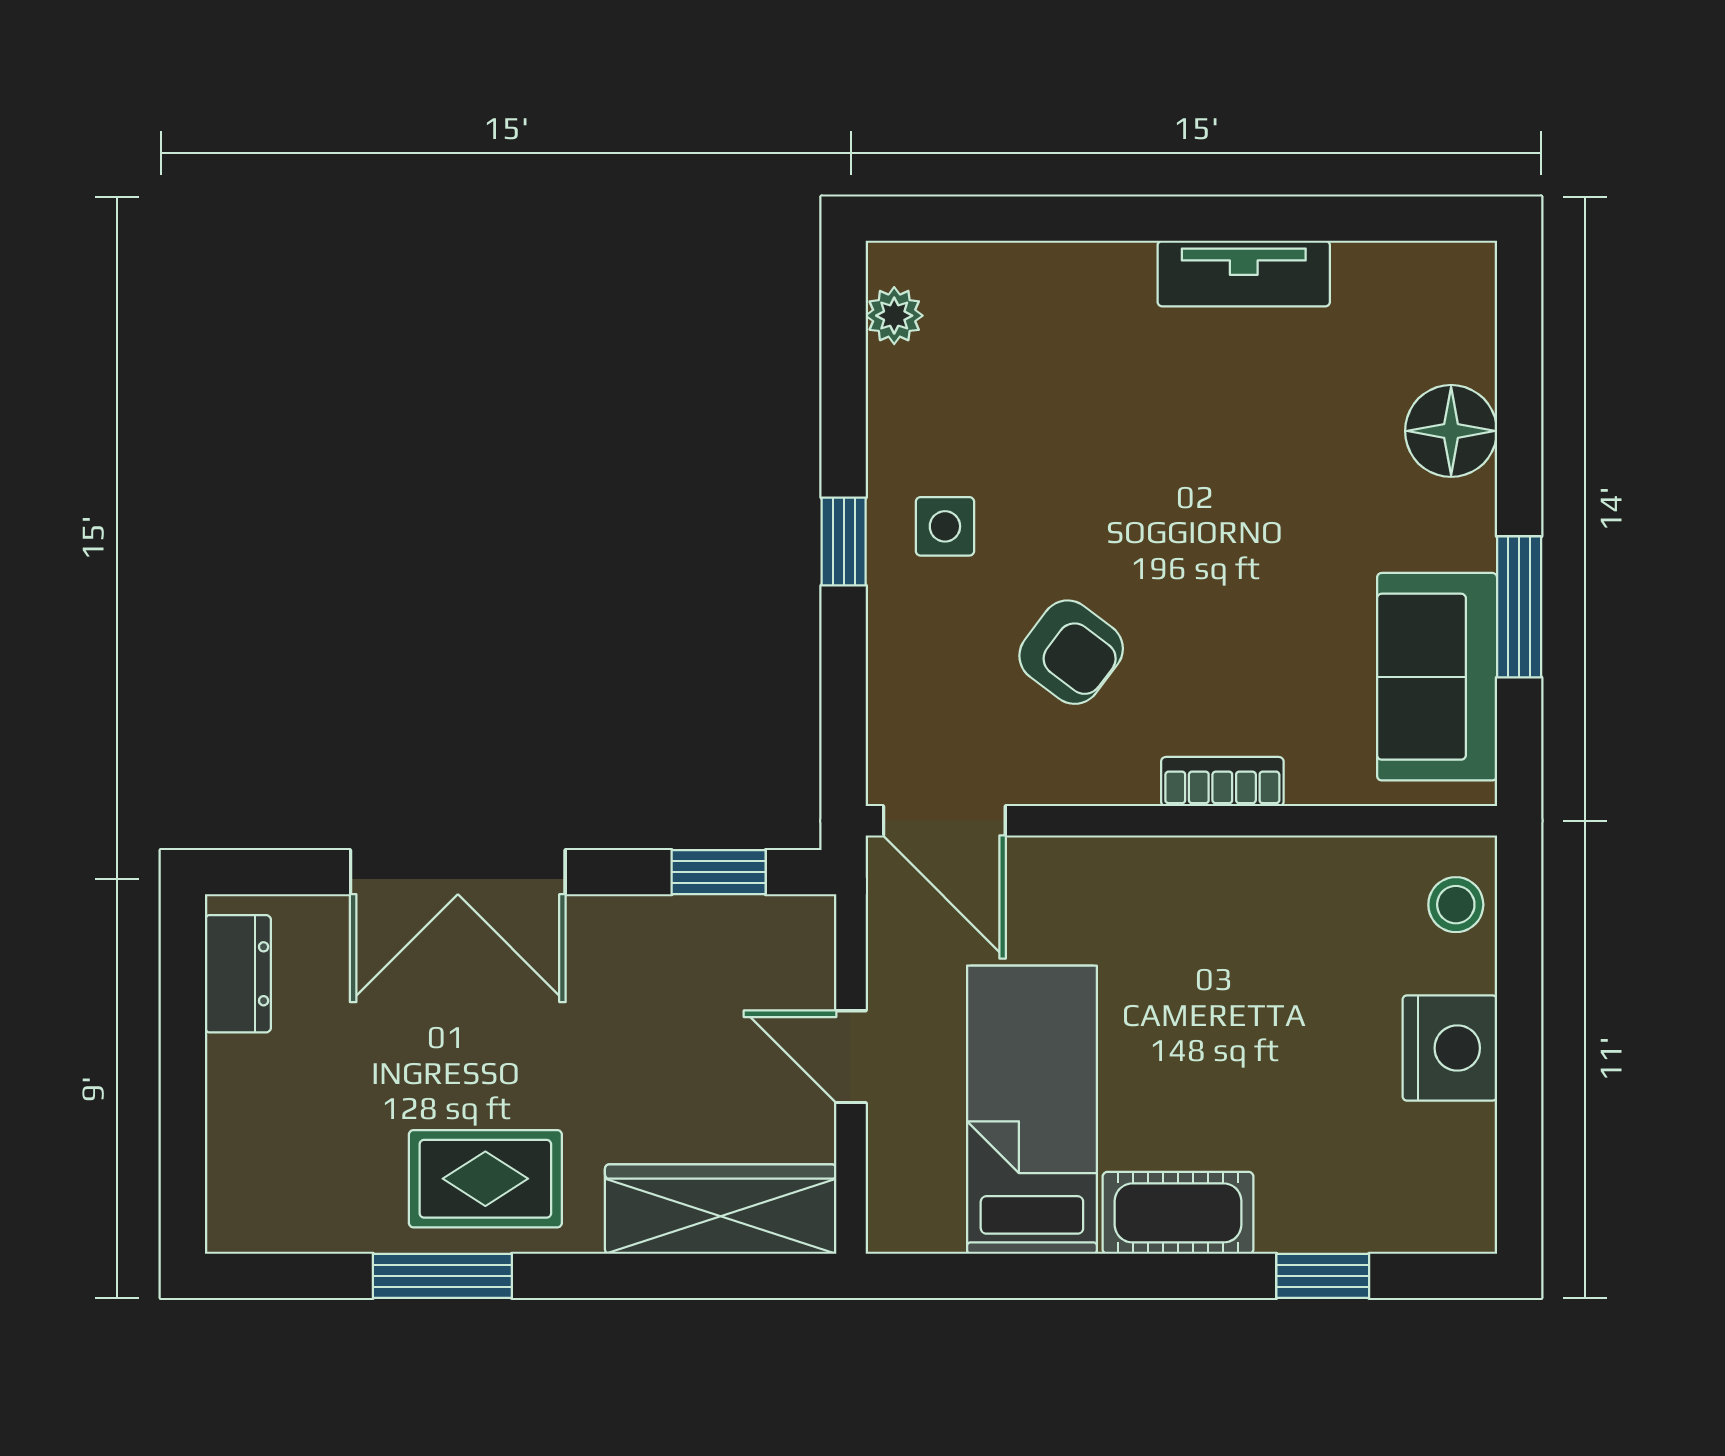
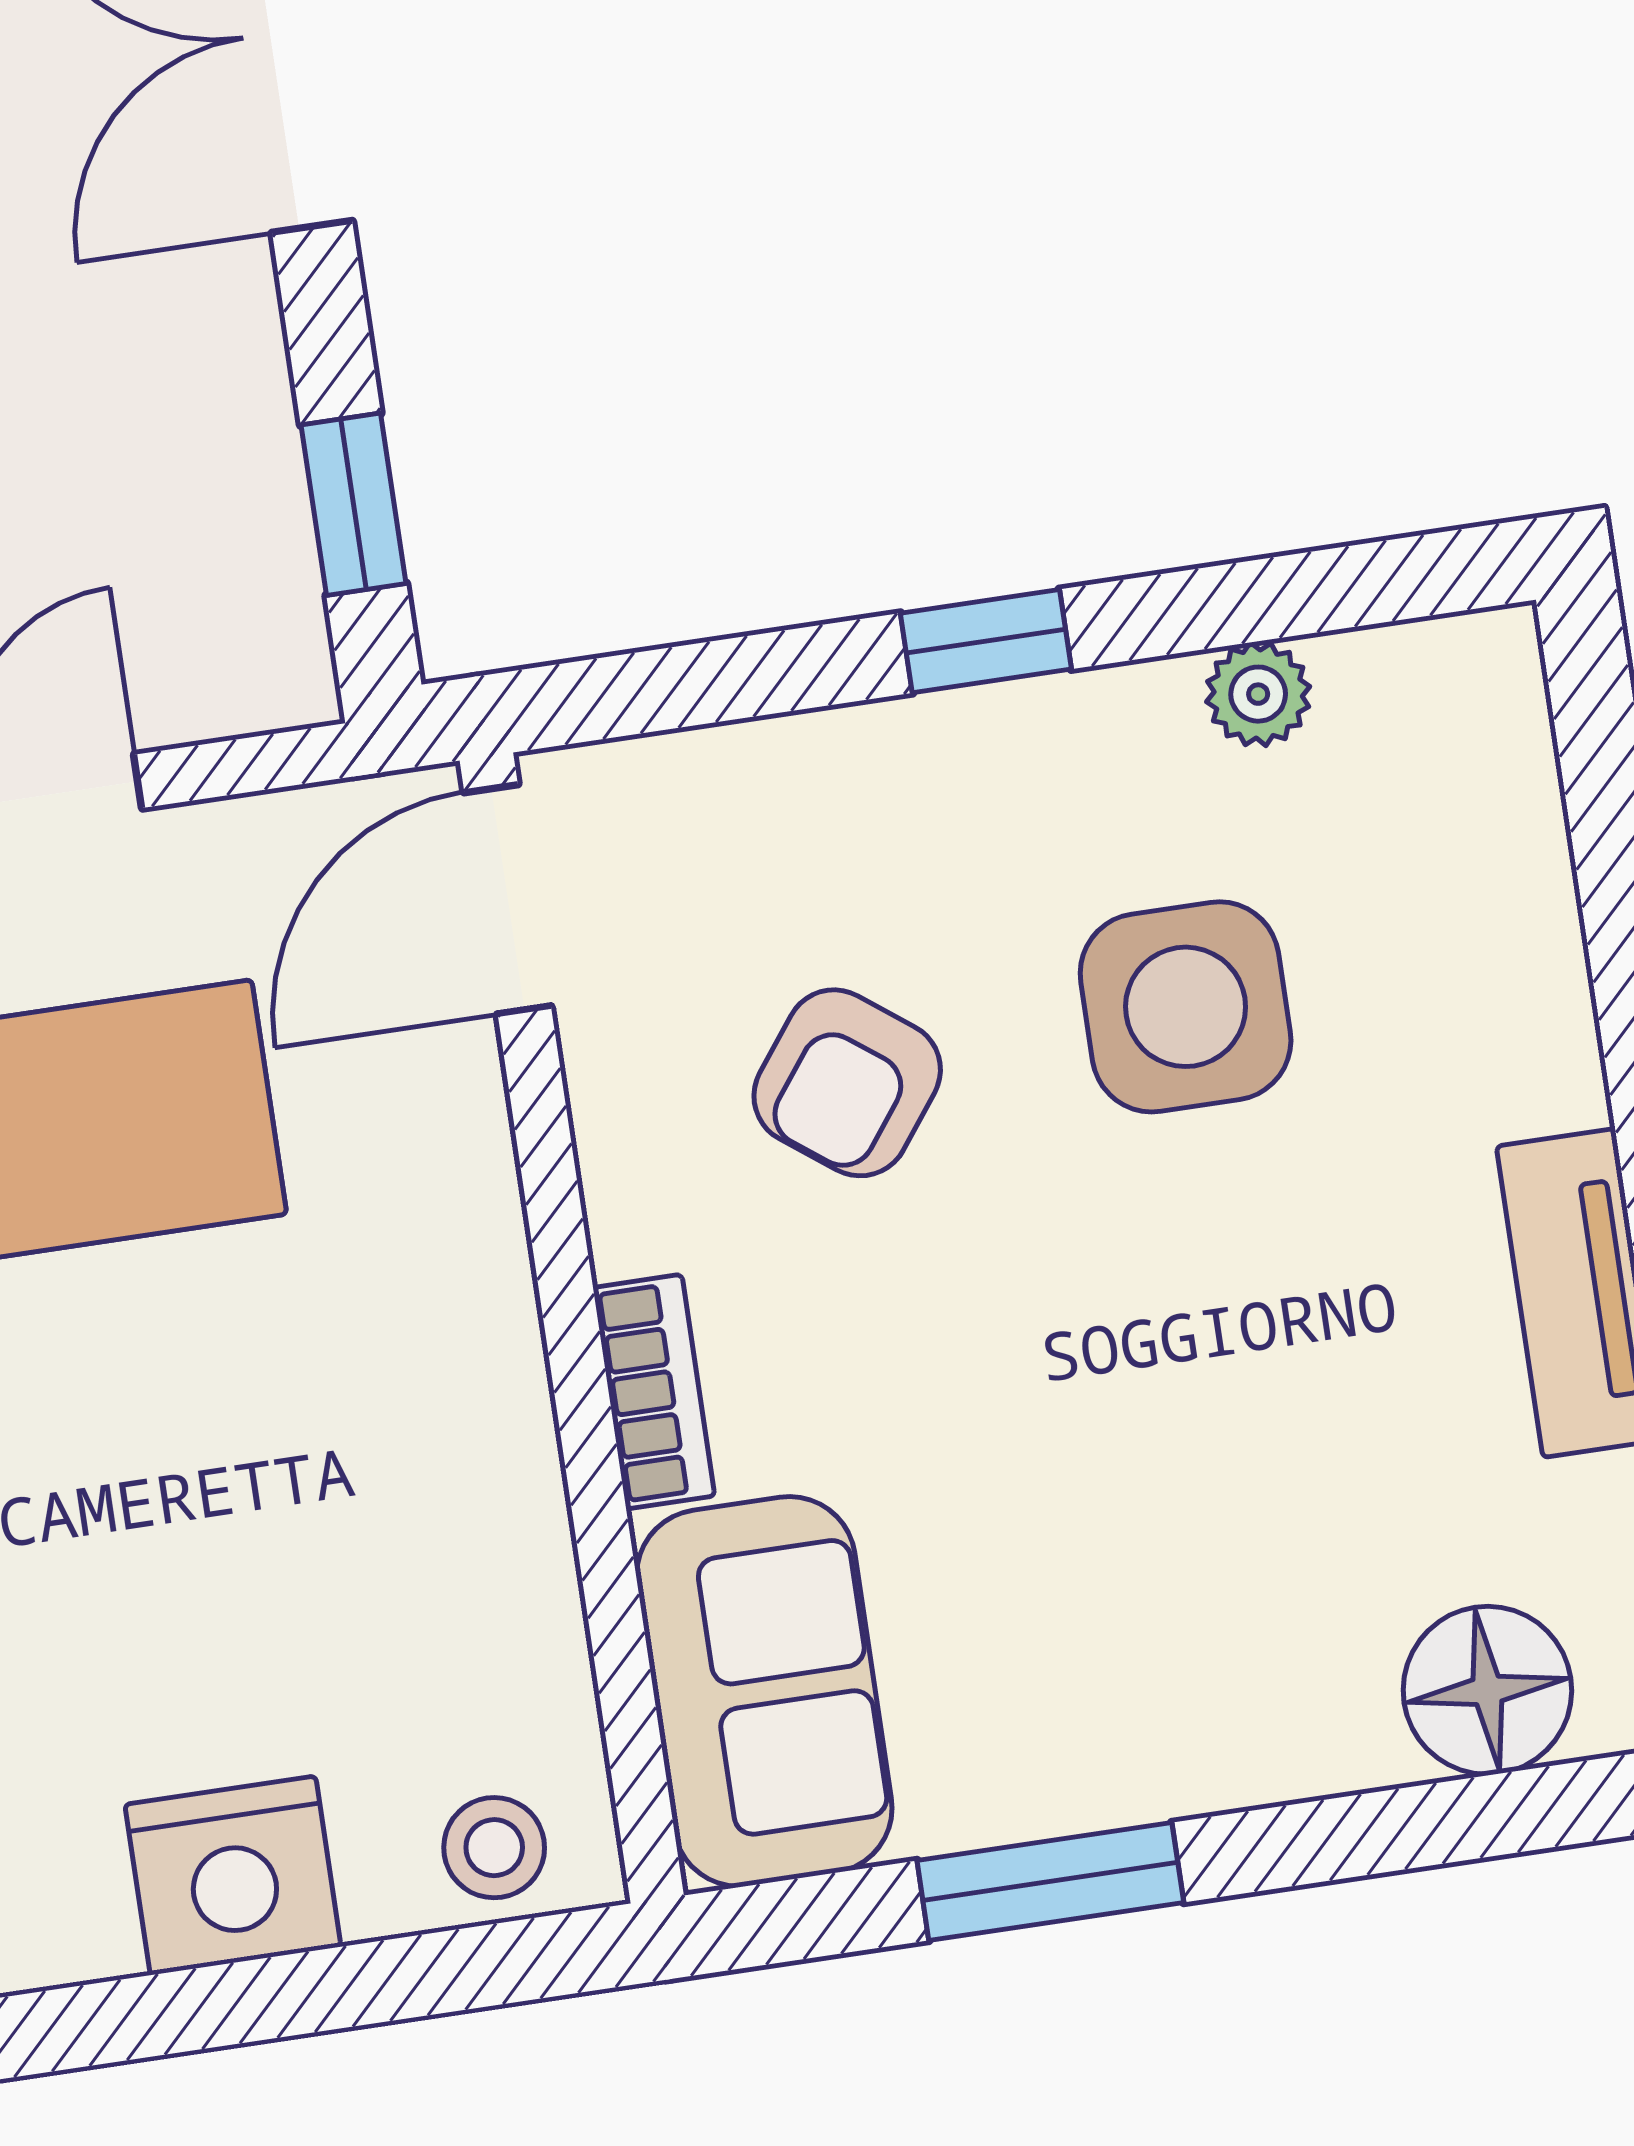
plant: (894, 316) -> (1258, 694), moved
floor lamp: (1451, 431) -> (1487, 1690), moved
side table: (945, 526) -> (1186, 1007), moved, width x1.87, depth x1.87
sofa: (1437, 677) -> (764, 1692), moved, turned 90

